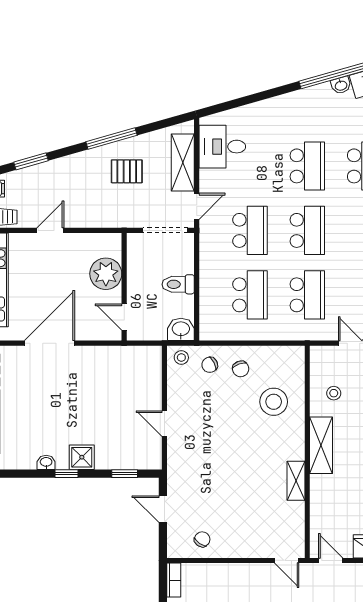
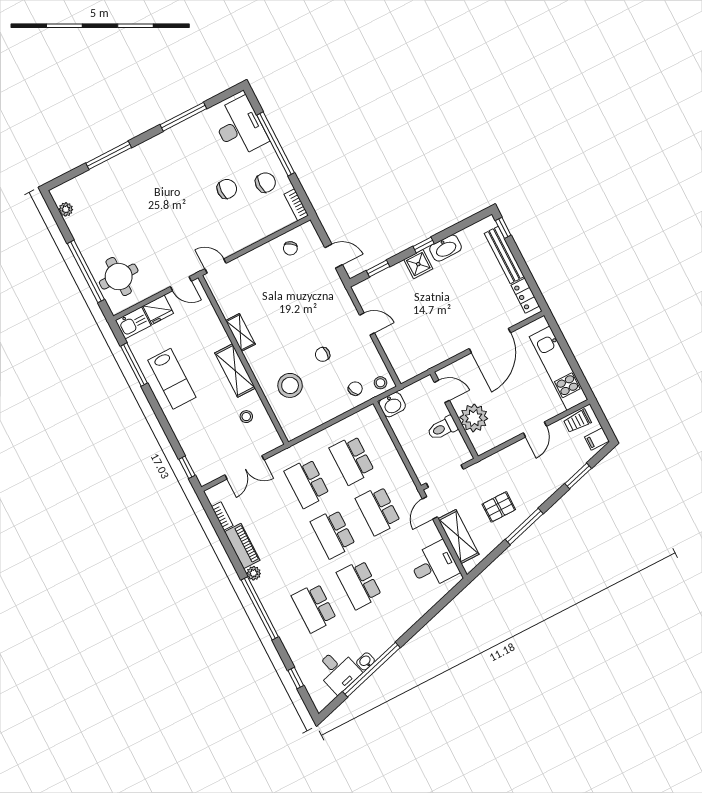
toilet: (178, 284) -> (442, 428), moved, turned 180
chair: (241, 369) -> (323, 354), moved, turned -69
washbasin: (46, 462) -> (446, 248), width x1.91, depth x1.45

